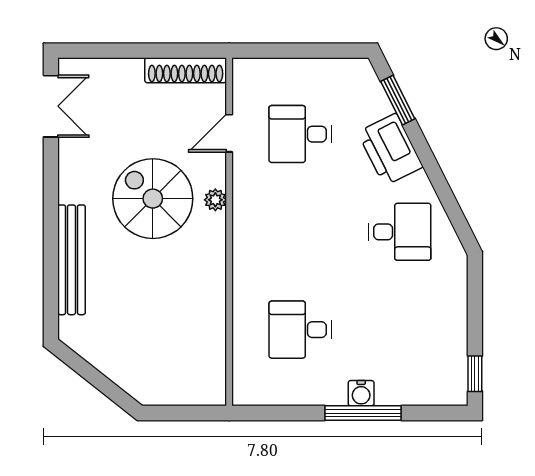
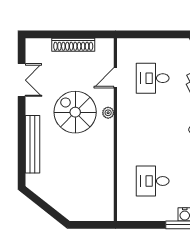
shoe rack: (186, 70) -> (73, 45), moved
double door: (51, 106) -> (22, 80), moved

